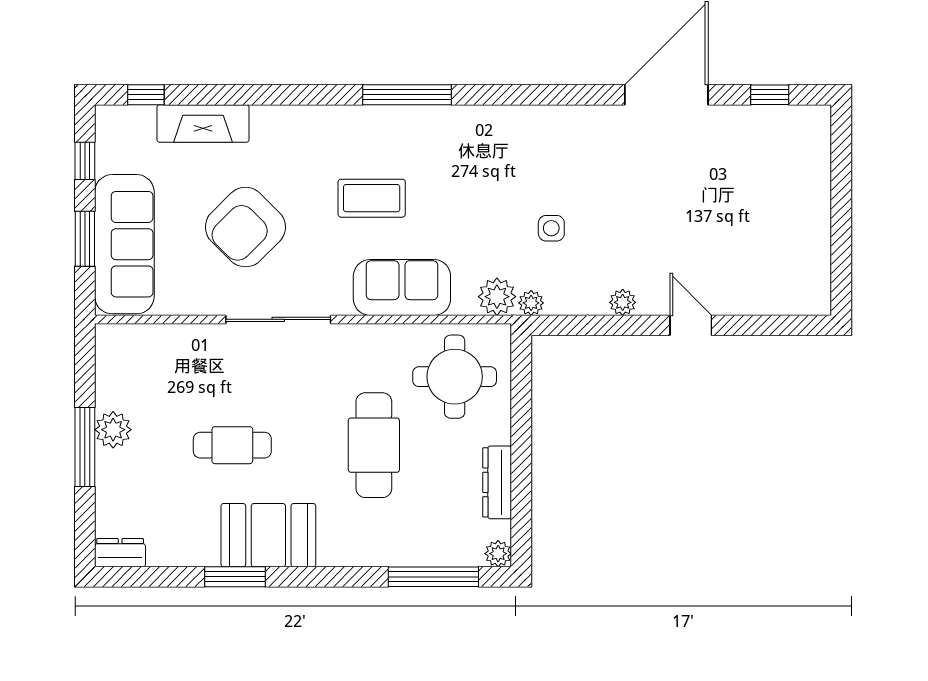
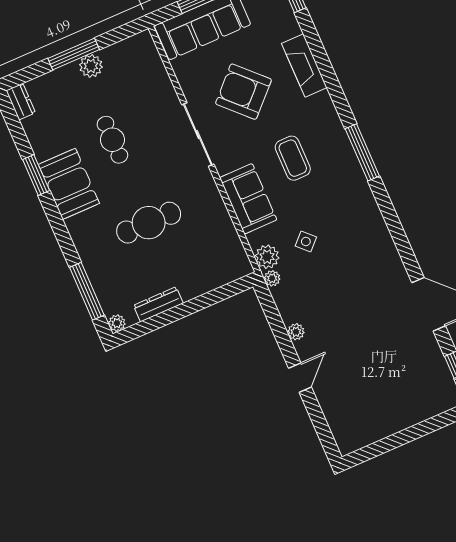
fireplace: (203, 123) -> (304, 66), moved
side table: (551, 228) -> (306, 241), moved, turned 45
round table: (455, 377) -> (209, 252), removed

